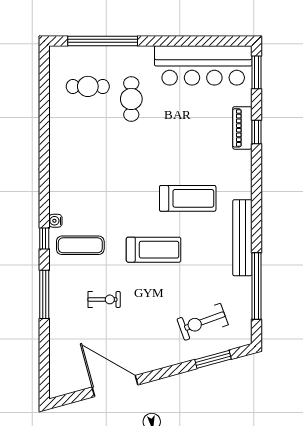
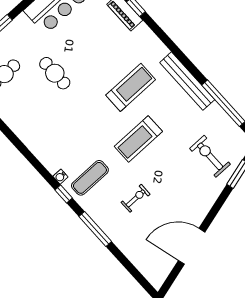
cafe table: (131, 99) -> (55, 73), moved
treadmill: (154, 250) -> (138, 139), turned 180
exercise bike: (203, 322) -> (210, 156), turned 110

